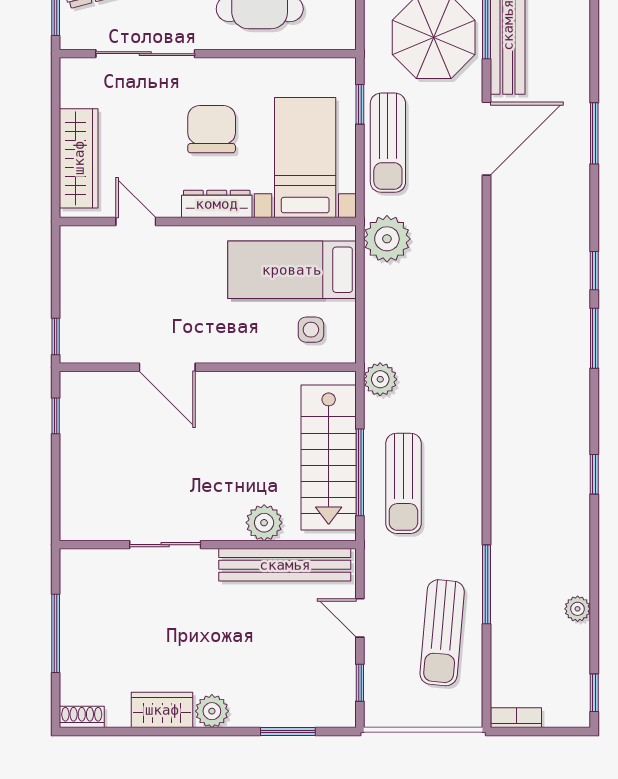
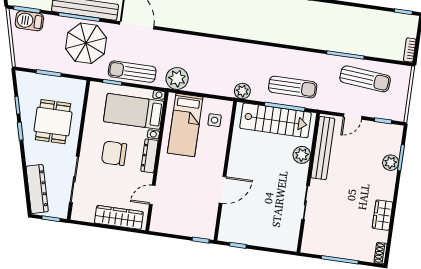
sun lounger: (388, 143) -> (132, 72), turned 180
plant: (578, 609) -> (363, 14), removed
plant: (212, 711) -> (391, 163), moved

